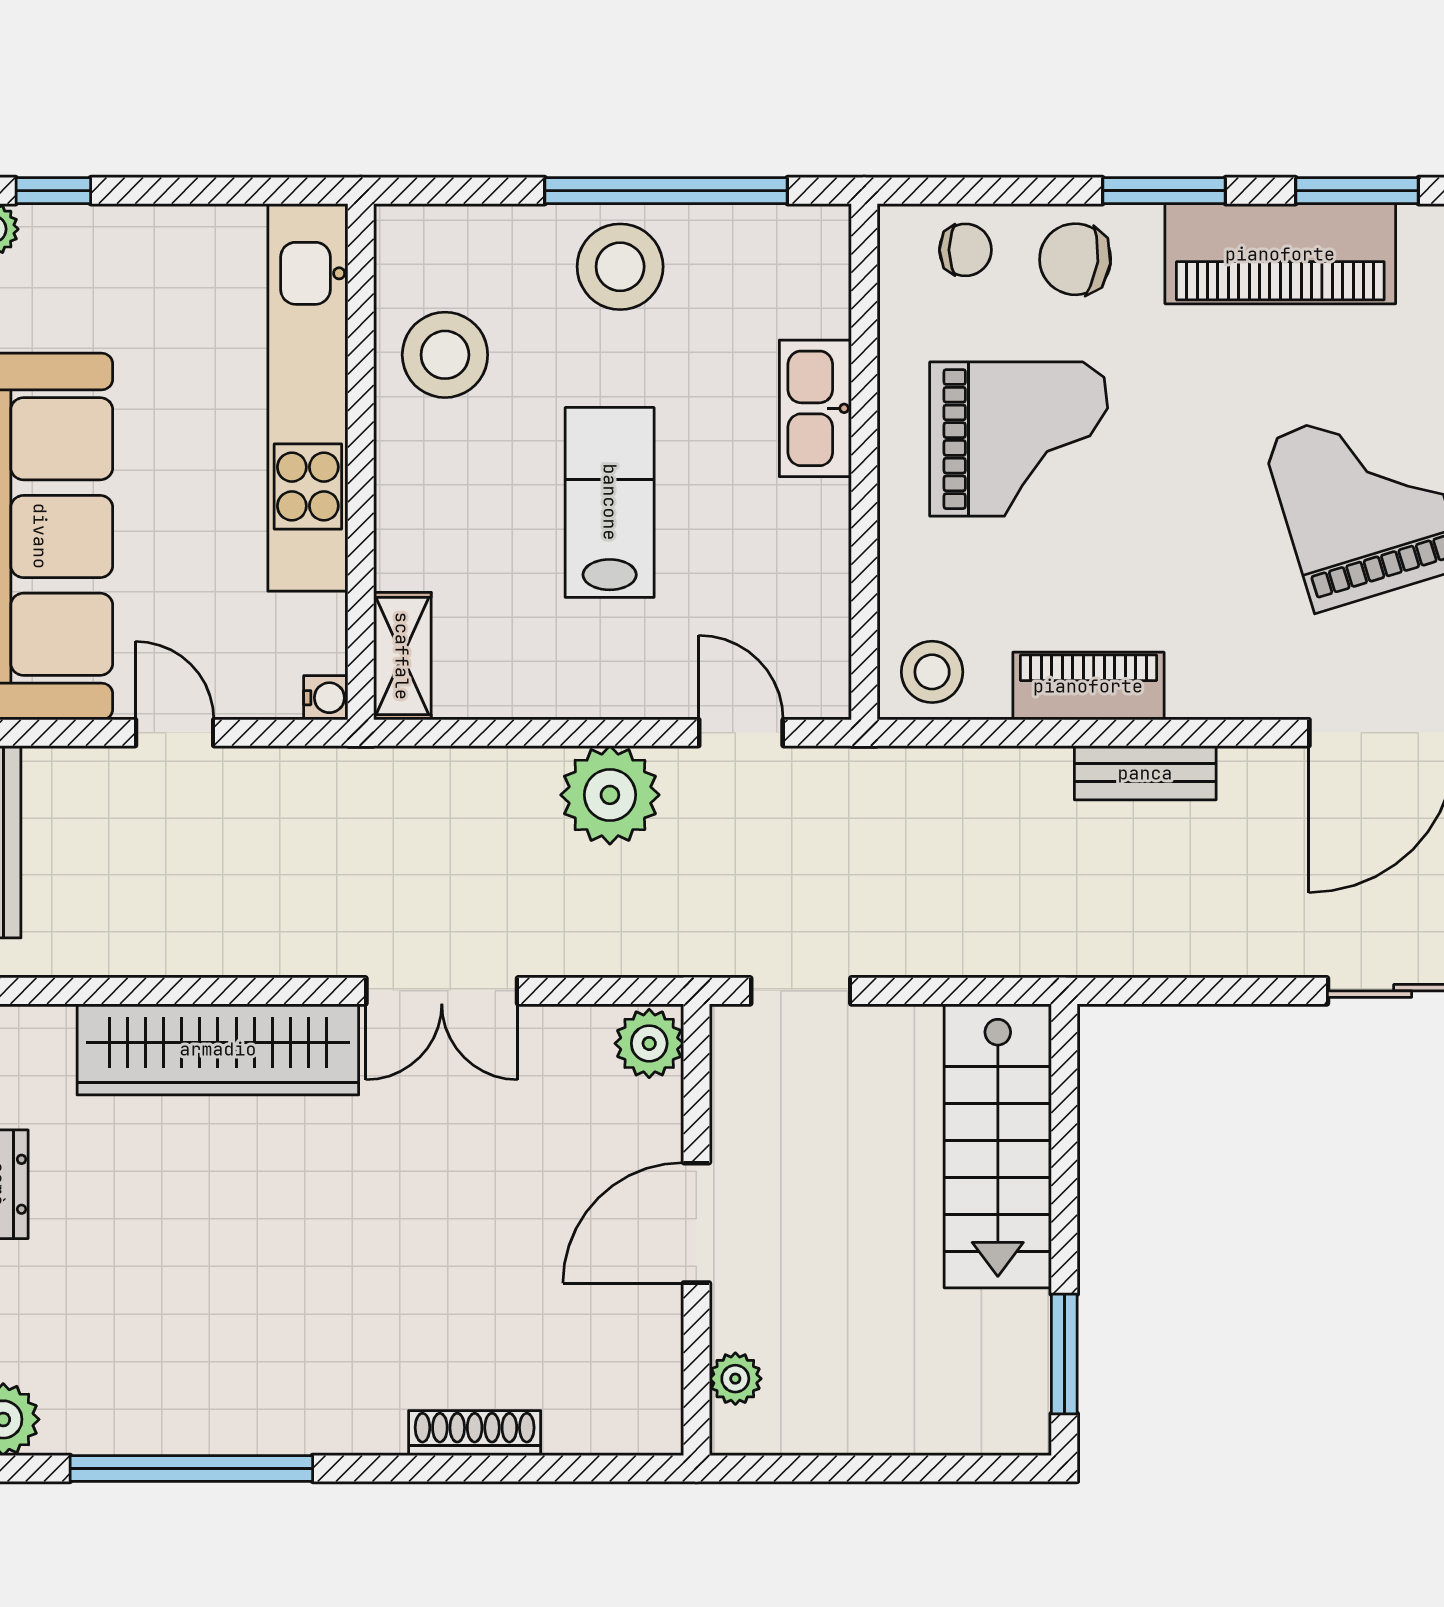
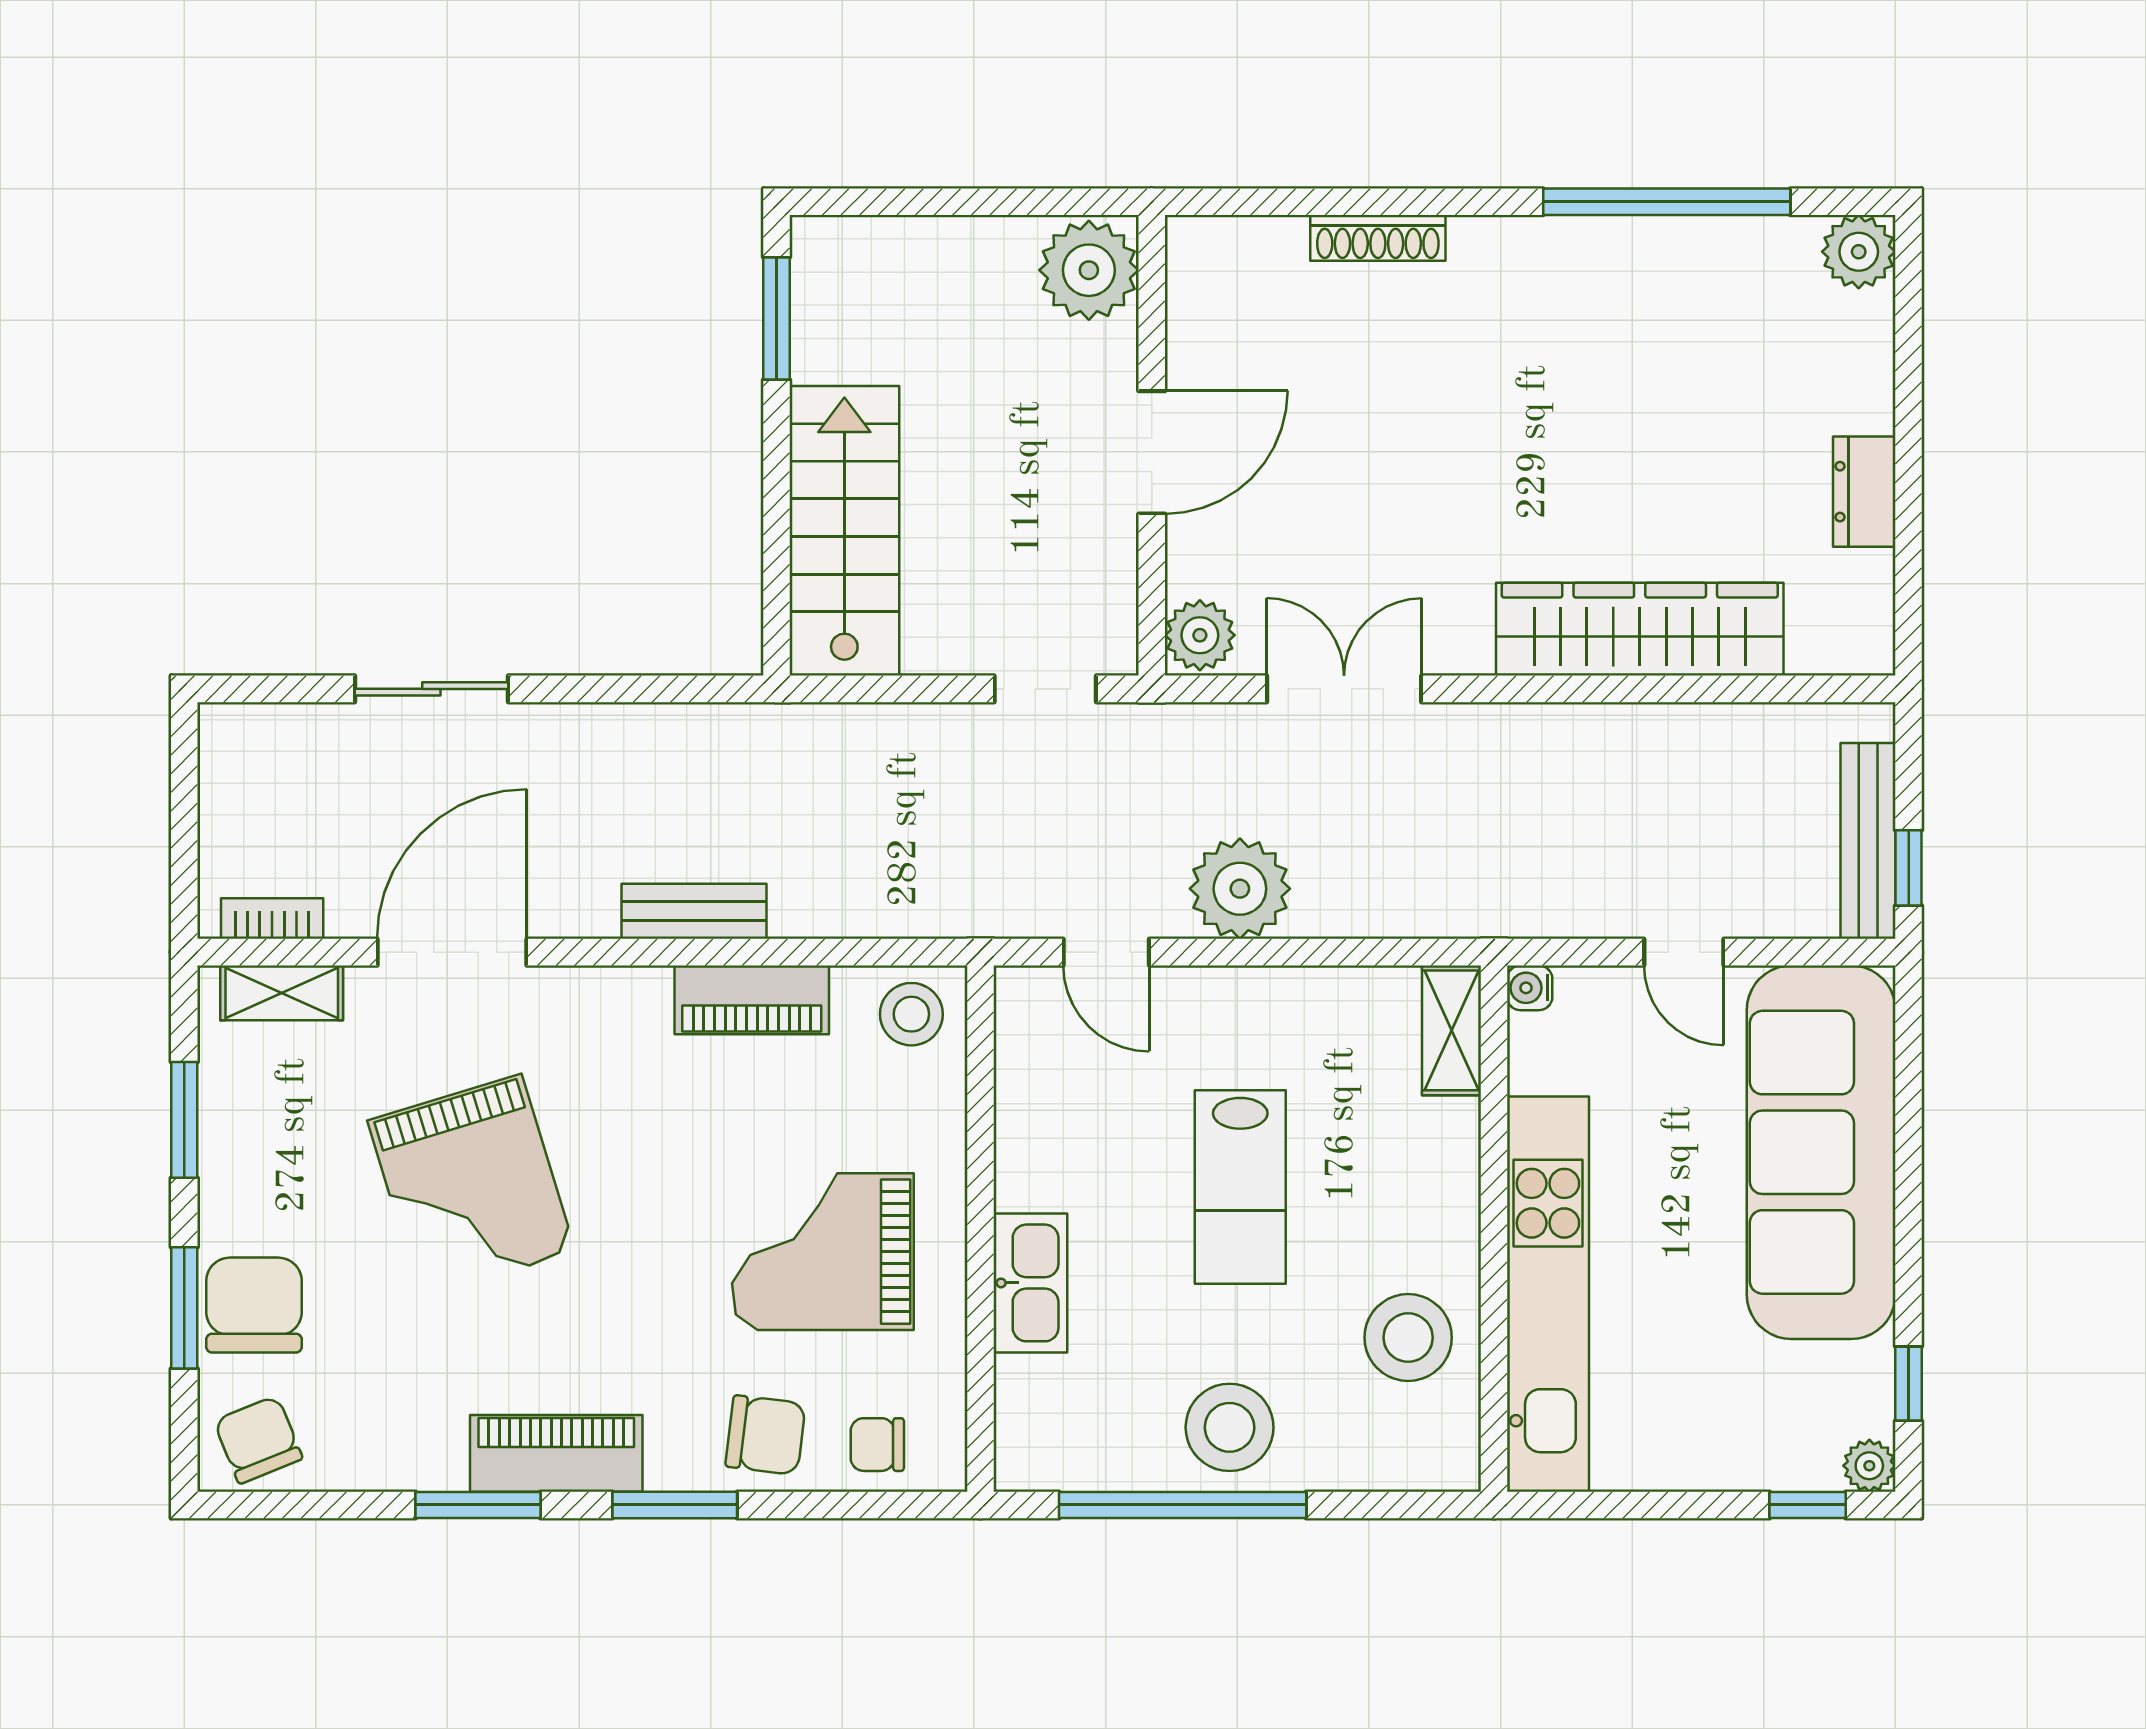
piano: (1280, 254) -> (556, 1453), width x0.73, depth x0.75
double door: (442, 991) -> (1344, 689), moved
plant: (735, 1379) -> (1089, 270), width x1.88, depth x1.88

